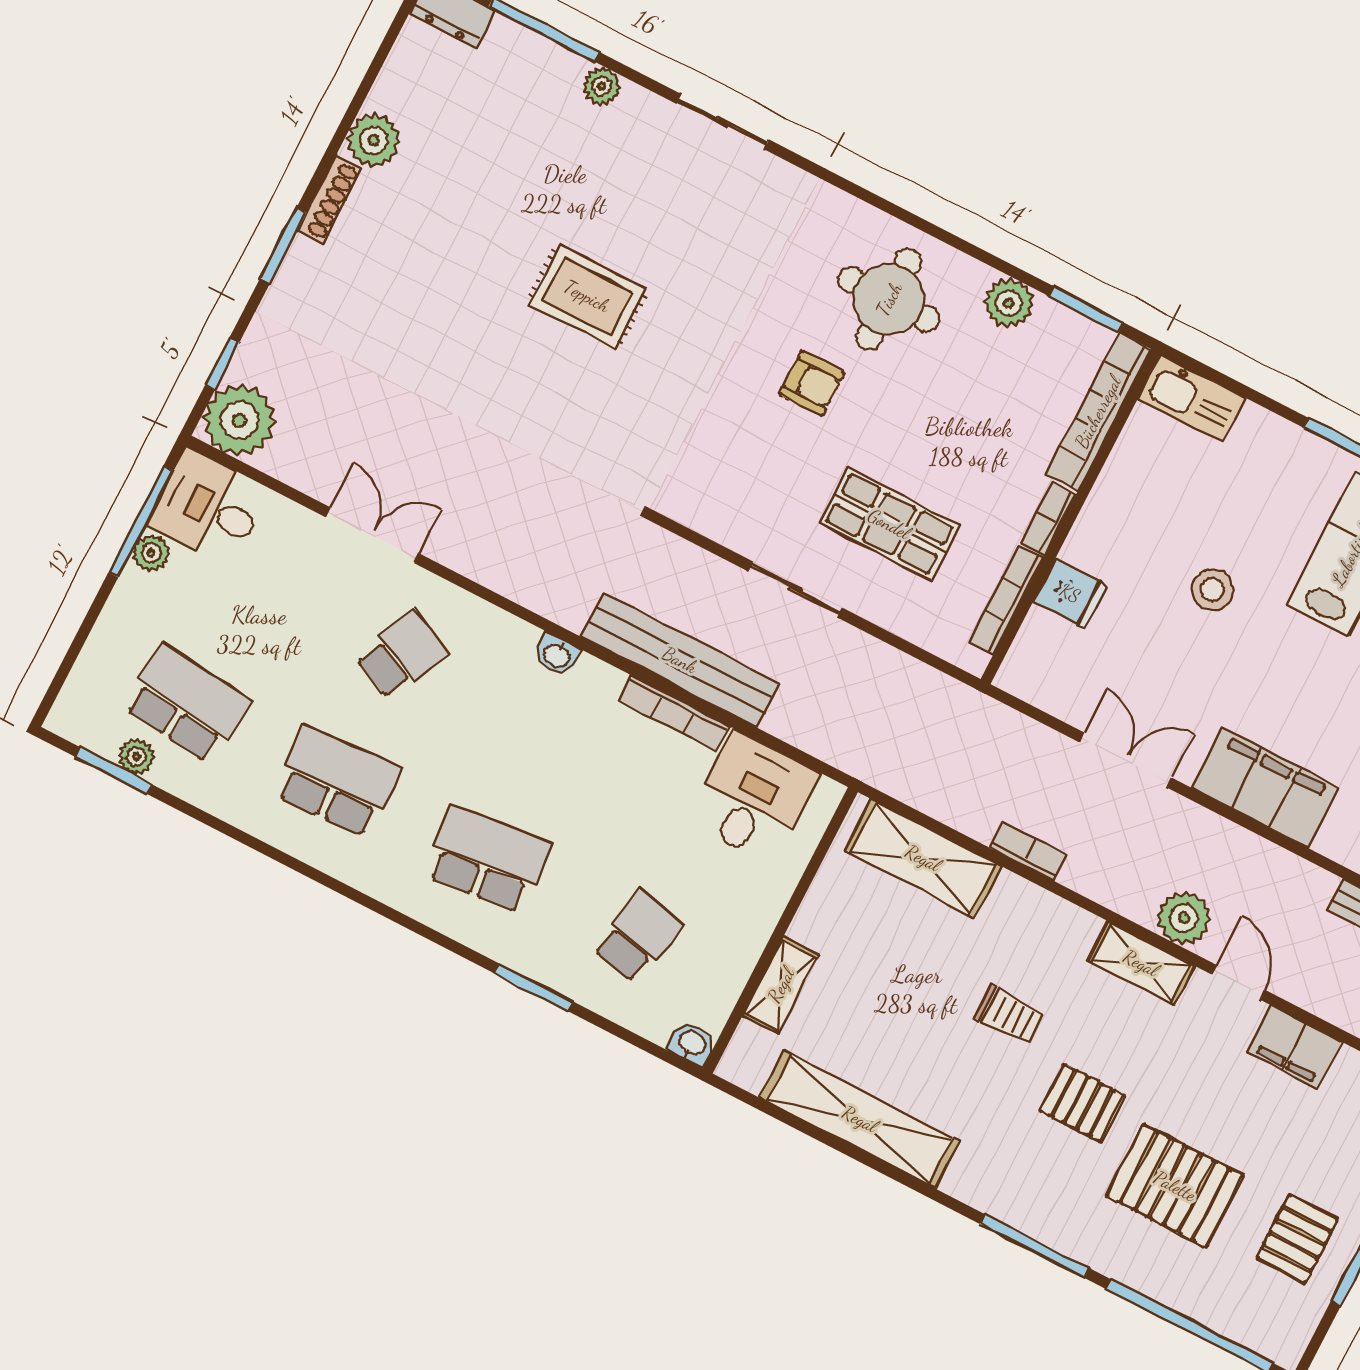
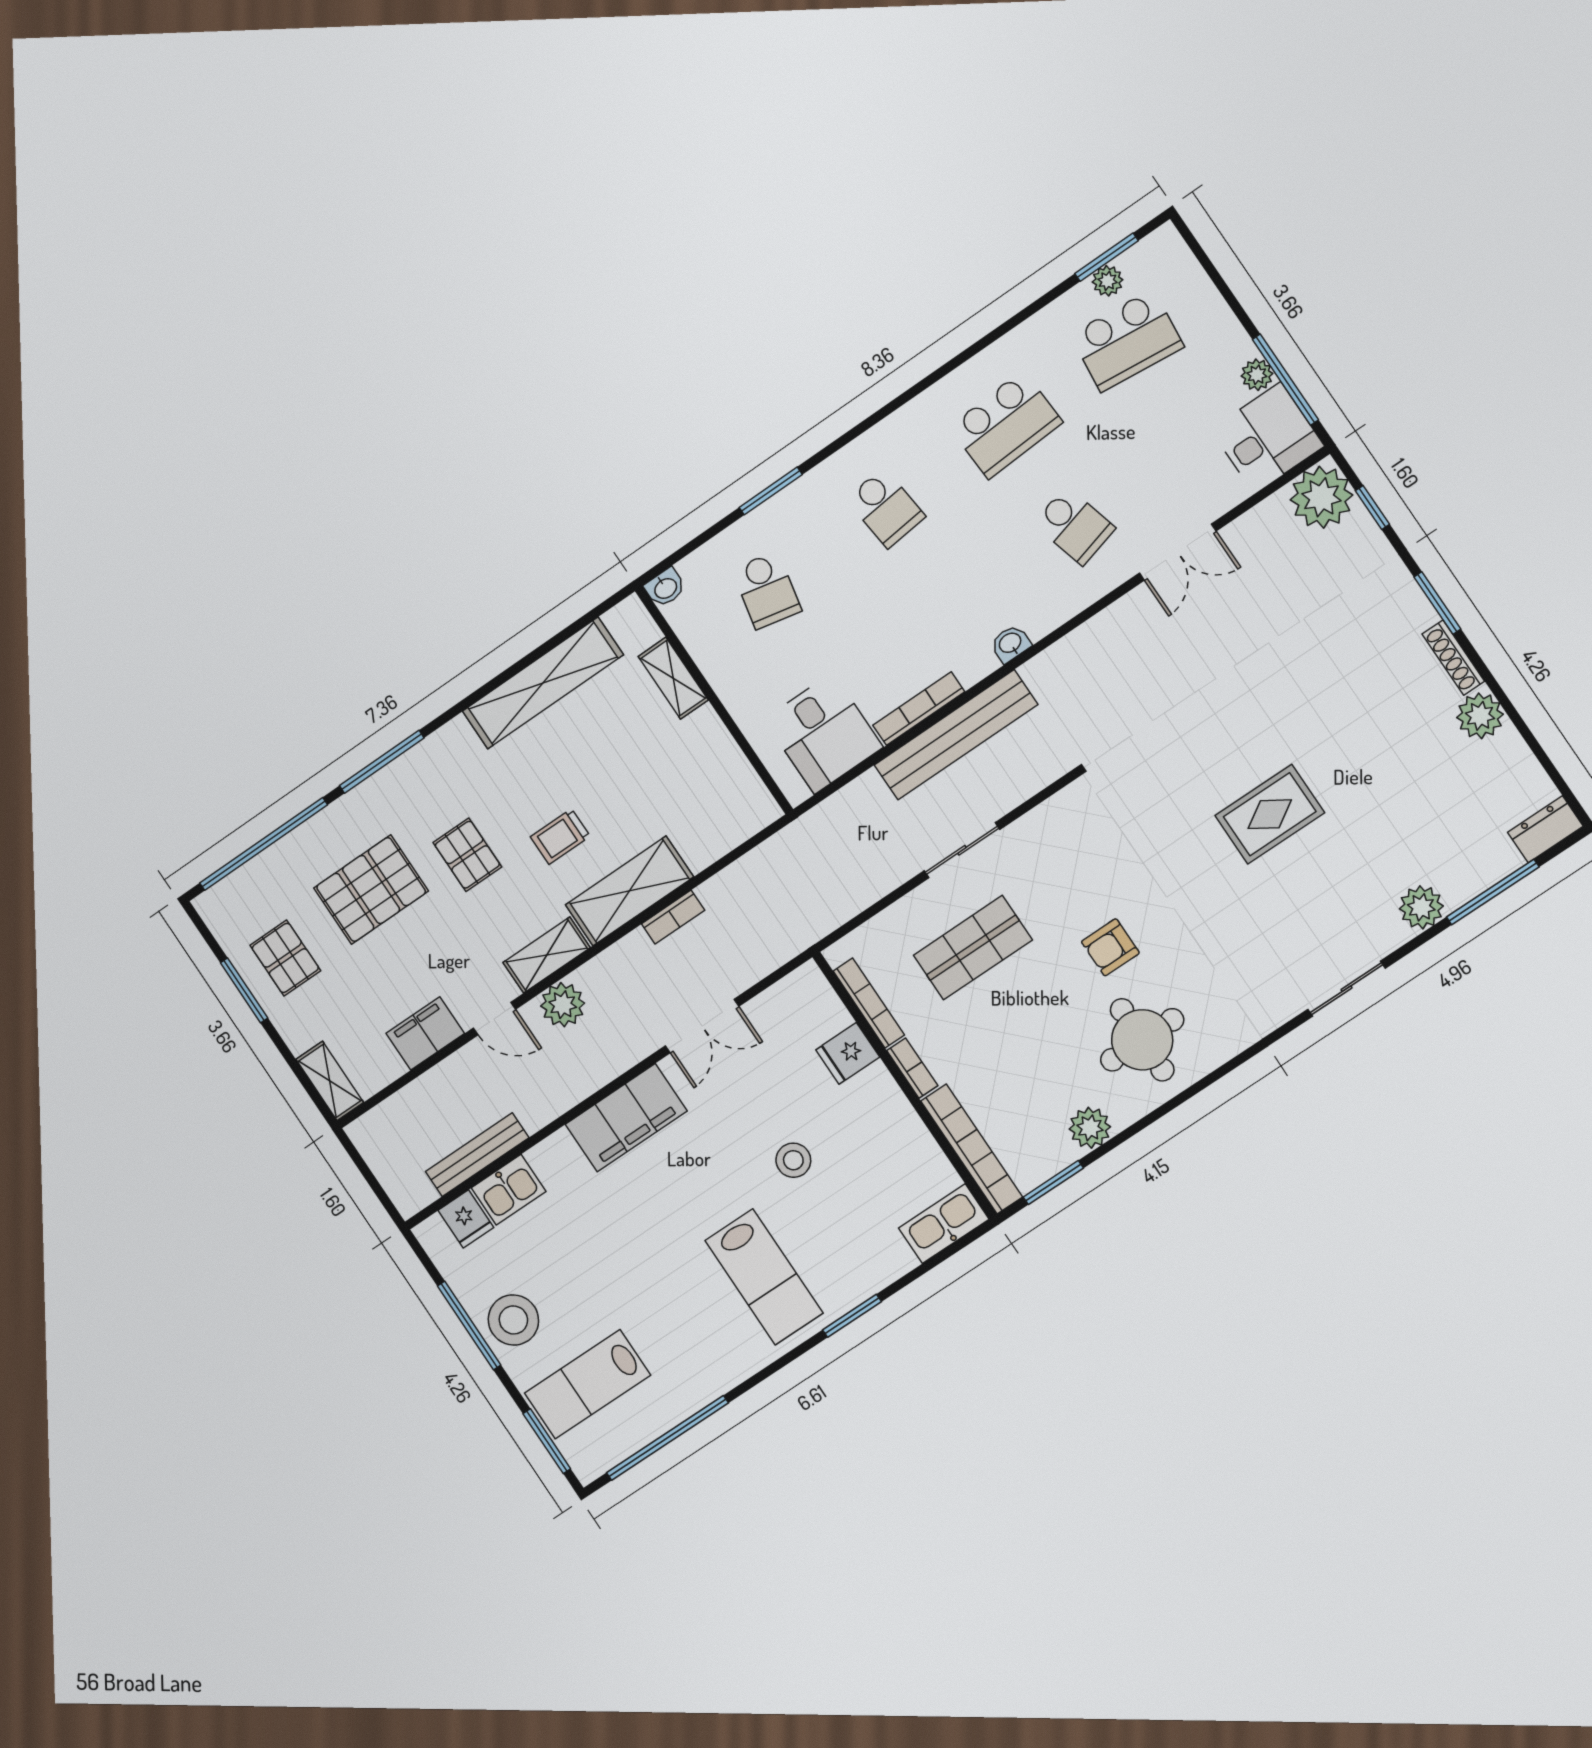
plant: (602, 86) -> (1421, 907), width x1.38, depth x1.38
school desk: (402, 655) -> (1074, 526), turned -39
shelving: (923, 858) -> (629, 891), moved
school desk: (487, 859) -> (886, 508), width x0.54
pallet: (1082, 1103) -> (467, 855), turned 90

